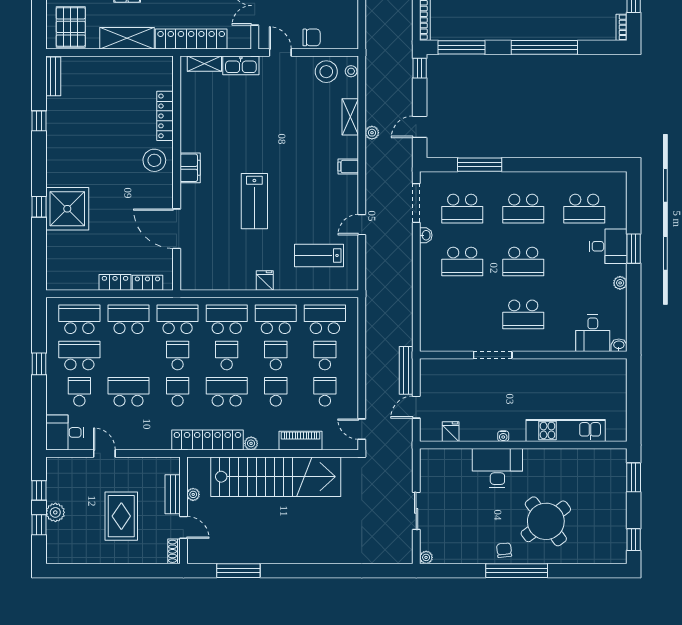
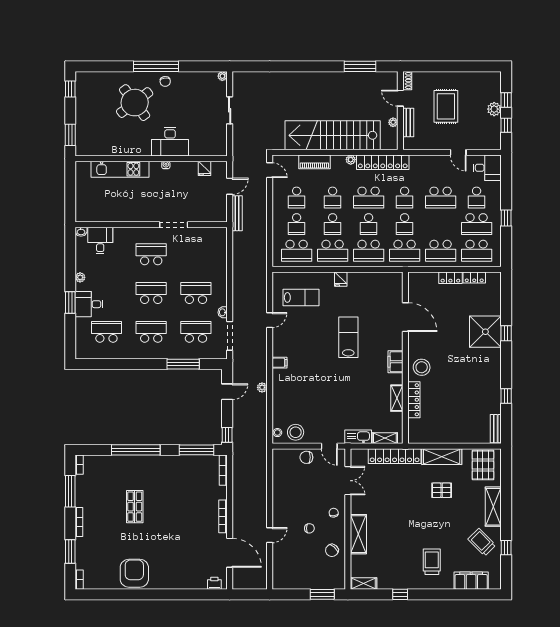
shelving: (350, 117) -> (397, 398), moved
locker: (147, 283) -> (474, 277), moved

